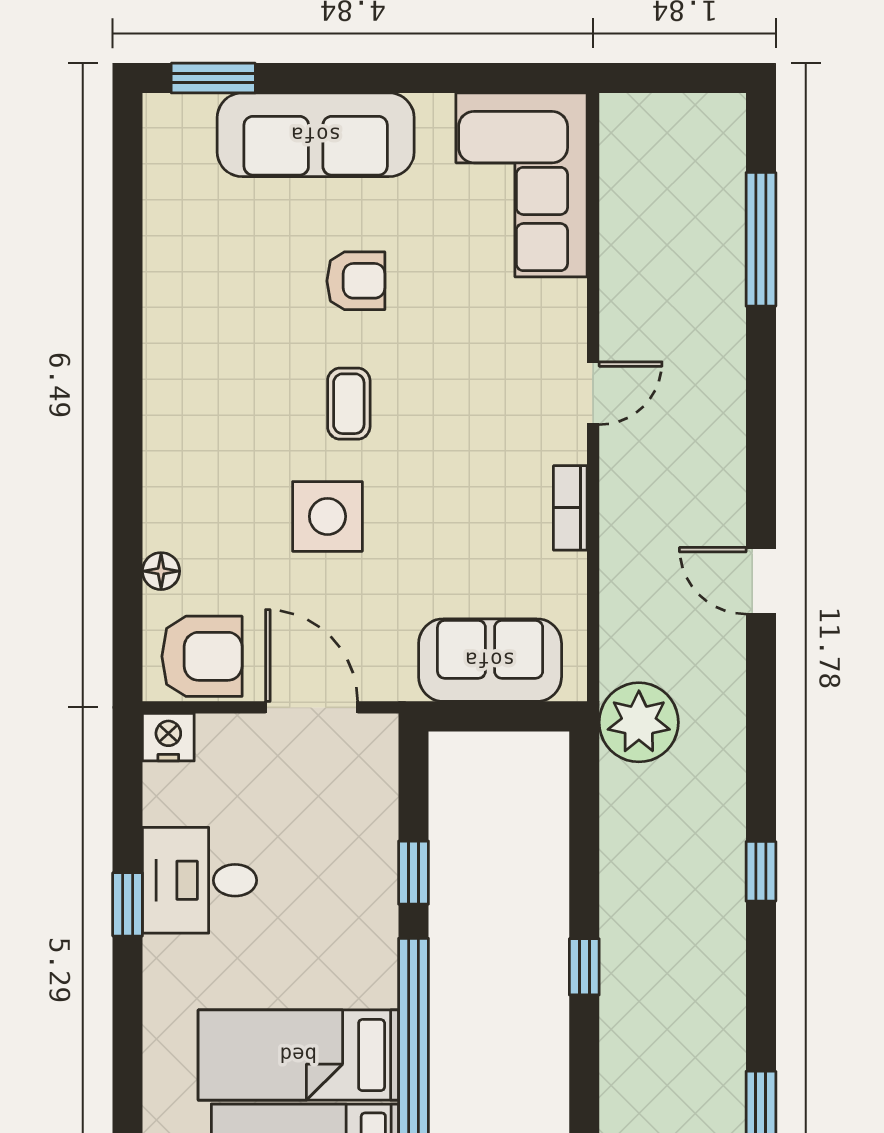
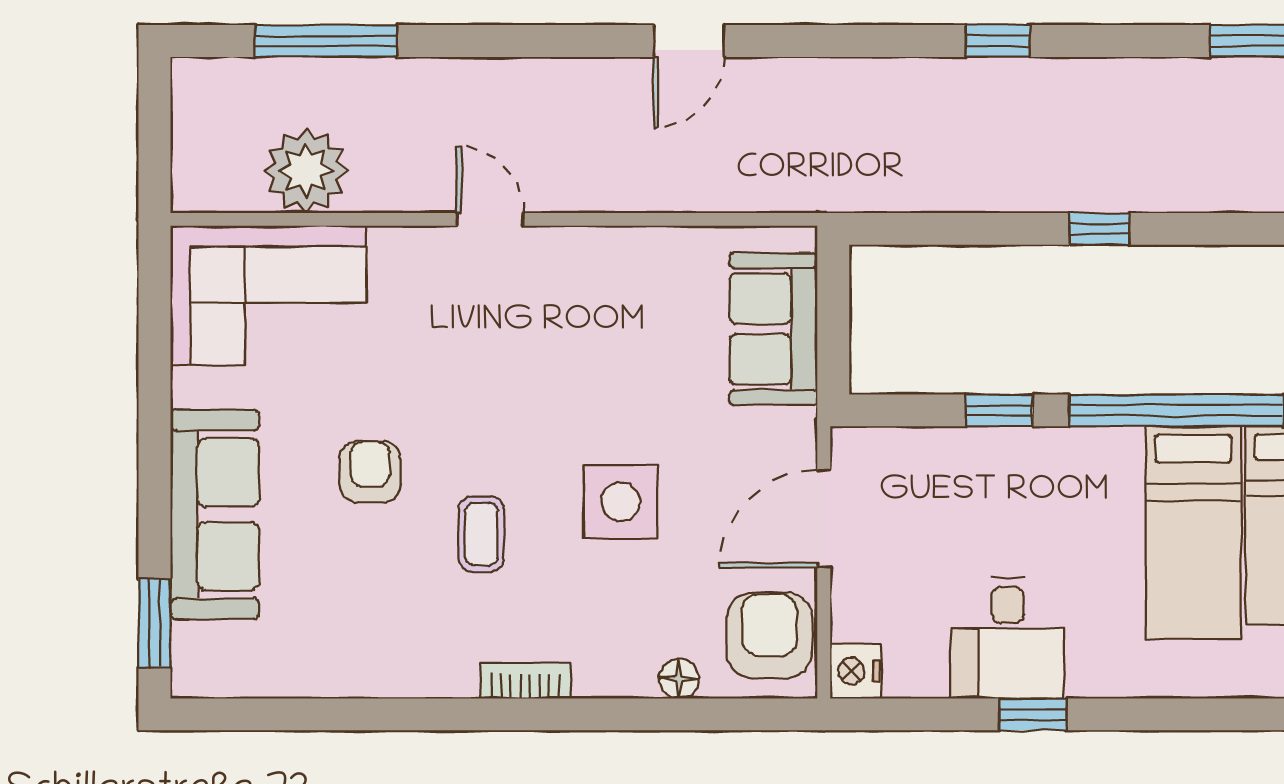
coffee table: (349, 404) -> (482, 534), moved, turned 90
bookcase: (570, 508) -> (525, 681), moved, turned 180
plant: (639, 722) -> (306, 171), moved

